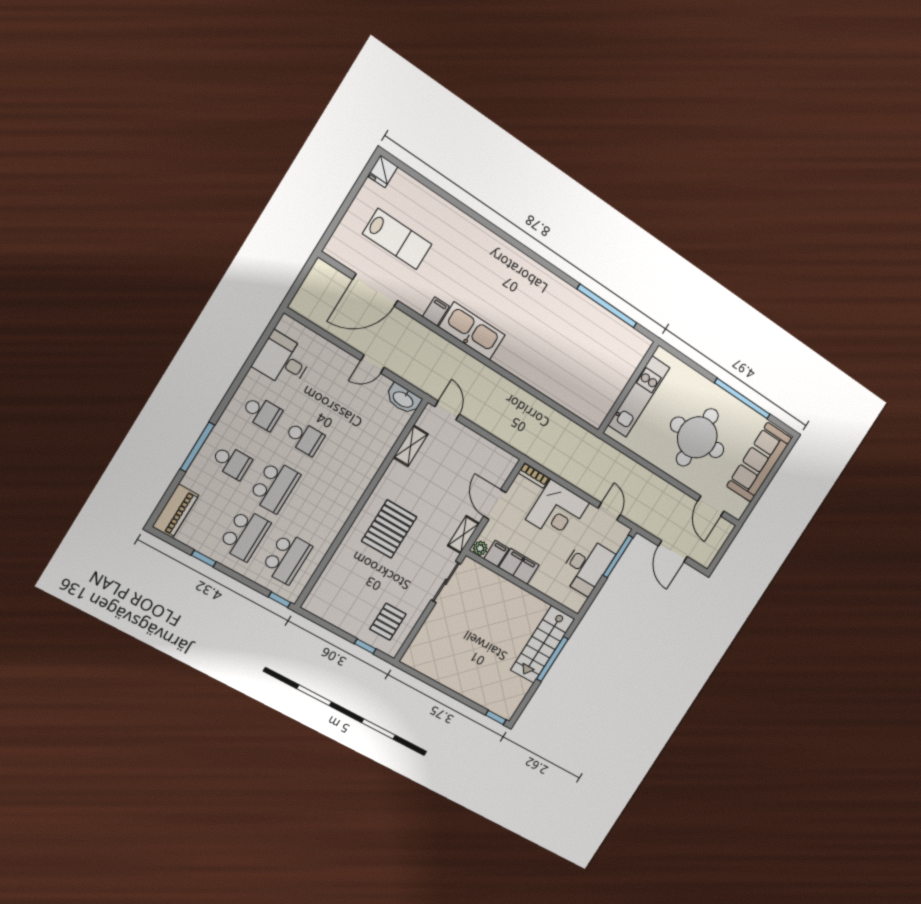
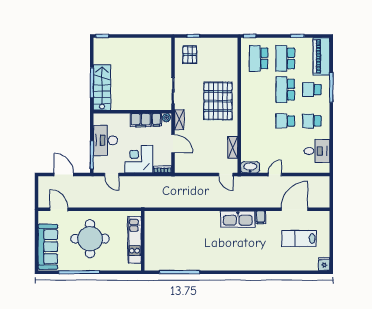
piano: (175, 511) -> (322, 56), width x1.37, depth x1.33
pallet: (389, 529) -> (218, 101), width x1.37, depth x1.41

